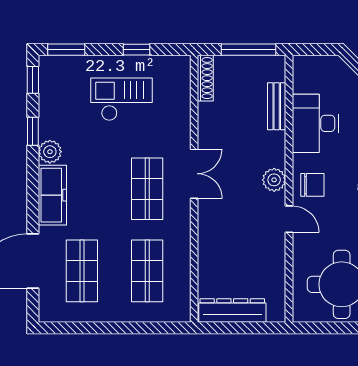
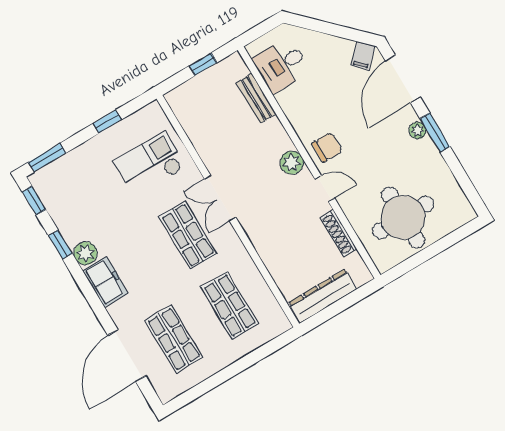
window: (248, 50) -> (203, 64), width x0.46
shoe rack: (205, 78) -> (338, 233), moved, turned 180
checkout: (121, 99) -> (150, 164), moved
desk: (315, 123) -> (281, 65), moved, width x0.73
double door: (194, 174) -> (220, 198), swing flipped
freezer: (52, 195) -> (105, 282), width x0.71

